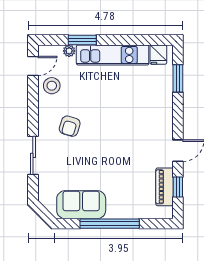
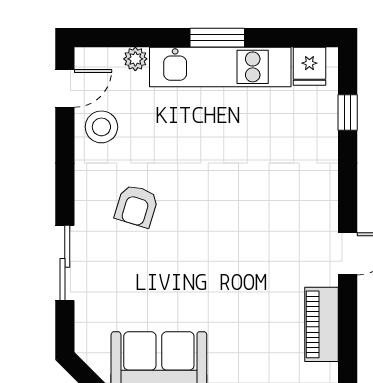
window: (82, 40) -> (217, 38), moved
window: (178, 78) -> (348, 113), width x0.67
window: (178, 187) -> (348, 325), removed

